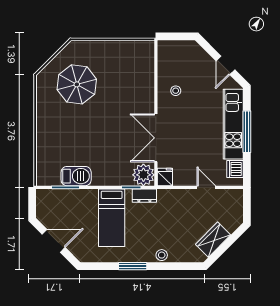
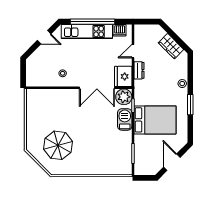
window: (247, 132) -> (93, 22), width x1.46
barbecue: (76, 176) -> (125, 119), moved
fridge: (165, 177) -> (123, 76), width x1.88, depth x1.34
dresser: (144, 196) -> (139, 70), moved
bed: (112, 218) -> (155, 120), width x1.50

